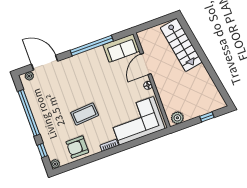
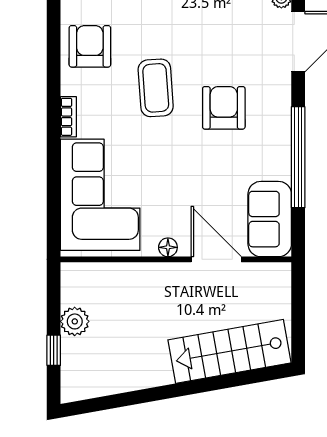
armchair: (83, 83) -> (224, 108), added
plant: (177, 118) -> (75, 321), moved

